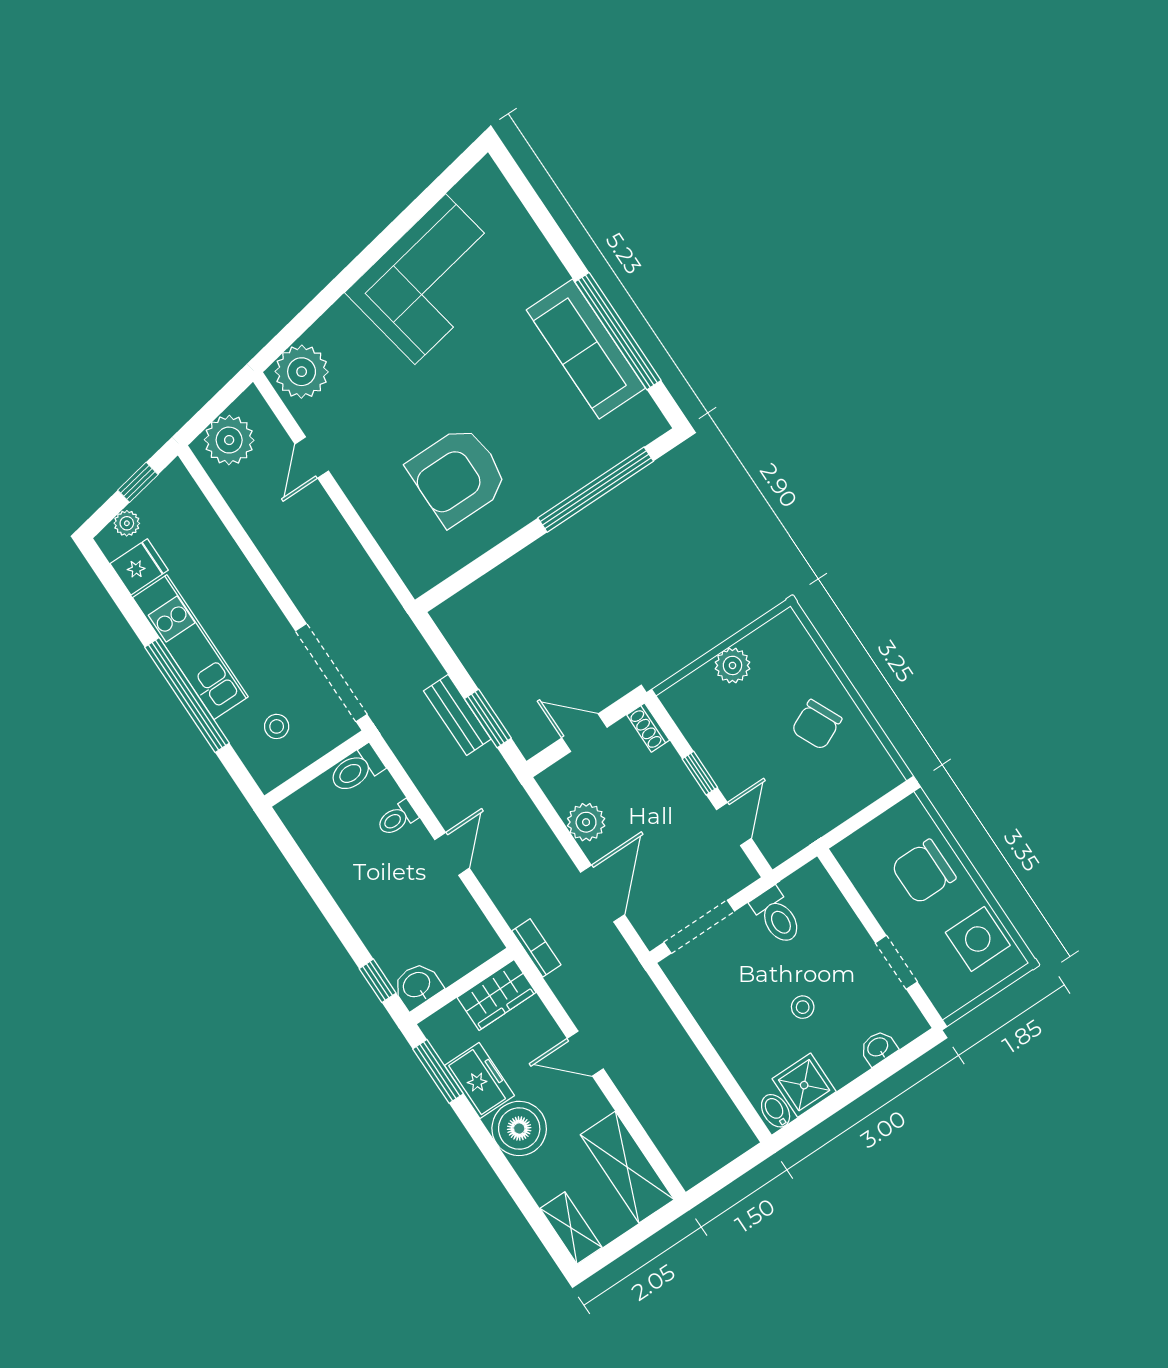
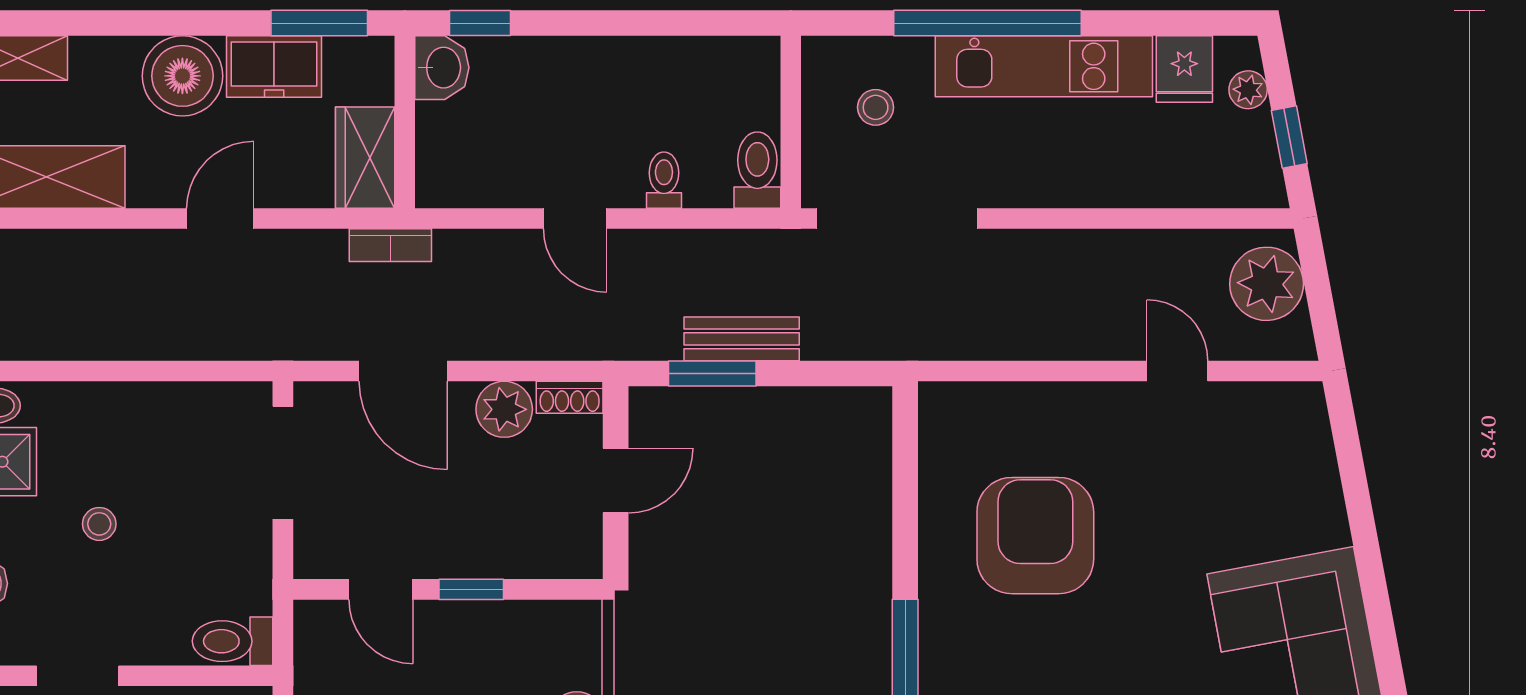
plant: (302, 372) -> (1291, 429), removed
shoe rack: (648, 728) -> (570, 397), moved, turned 180
toilet: (777, 916) -> (233, 641), moved

